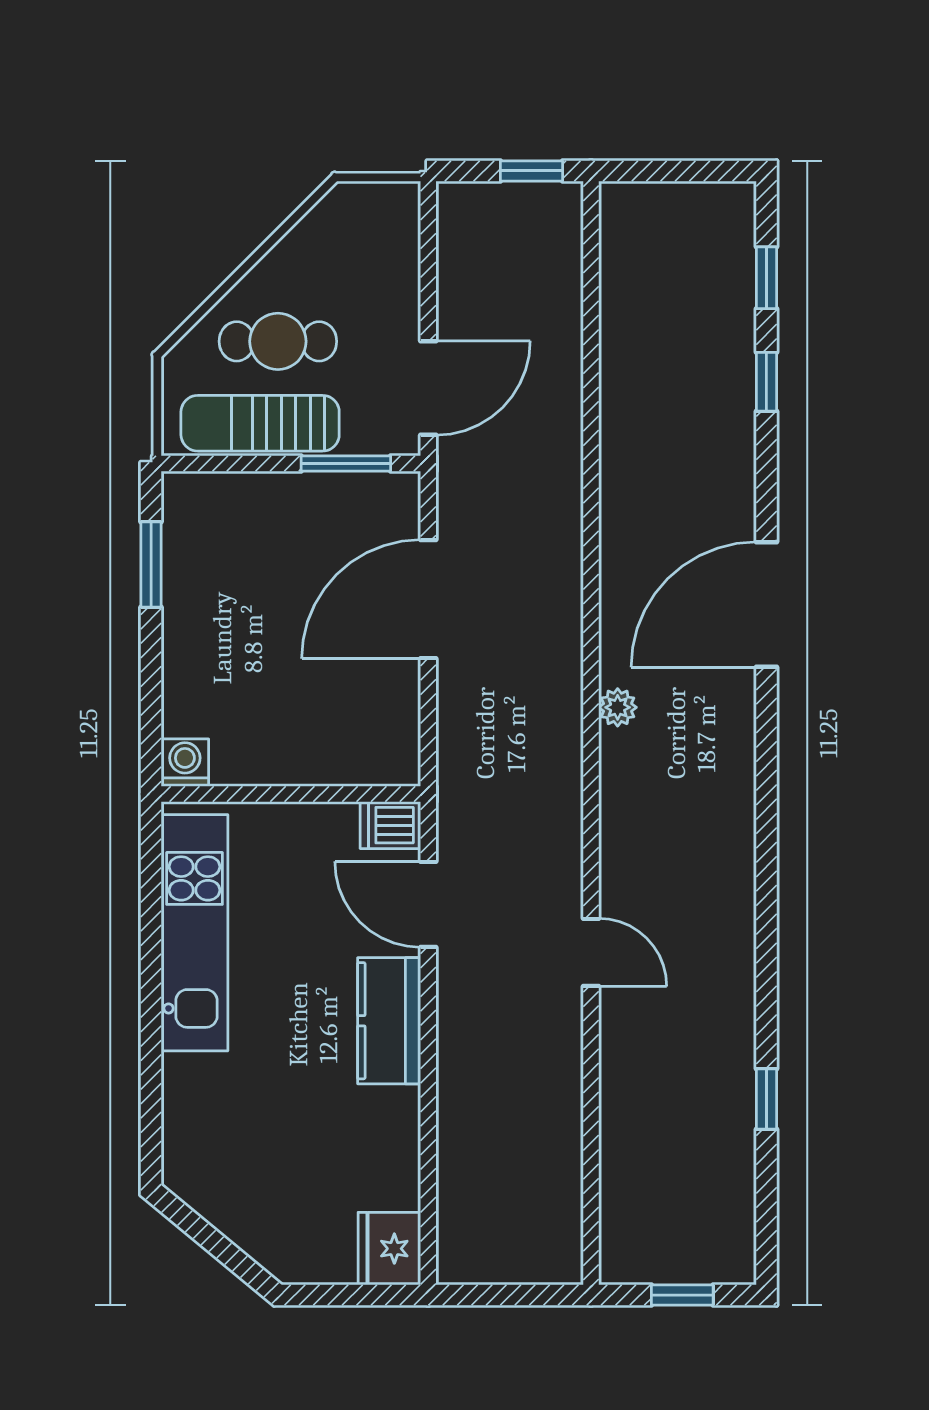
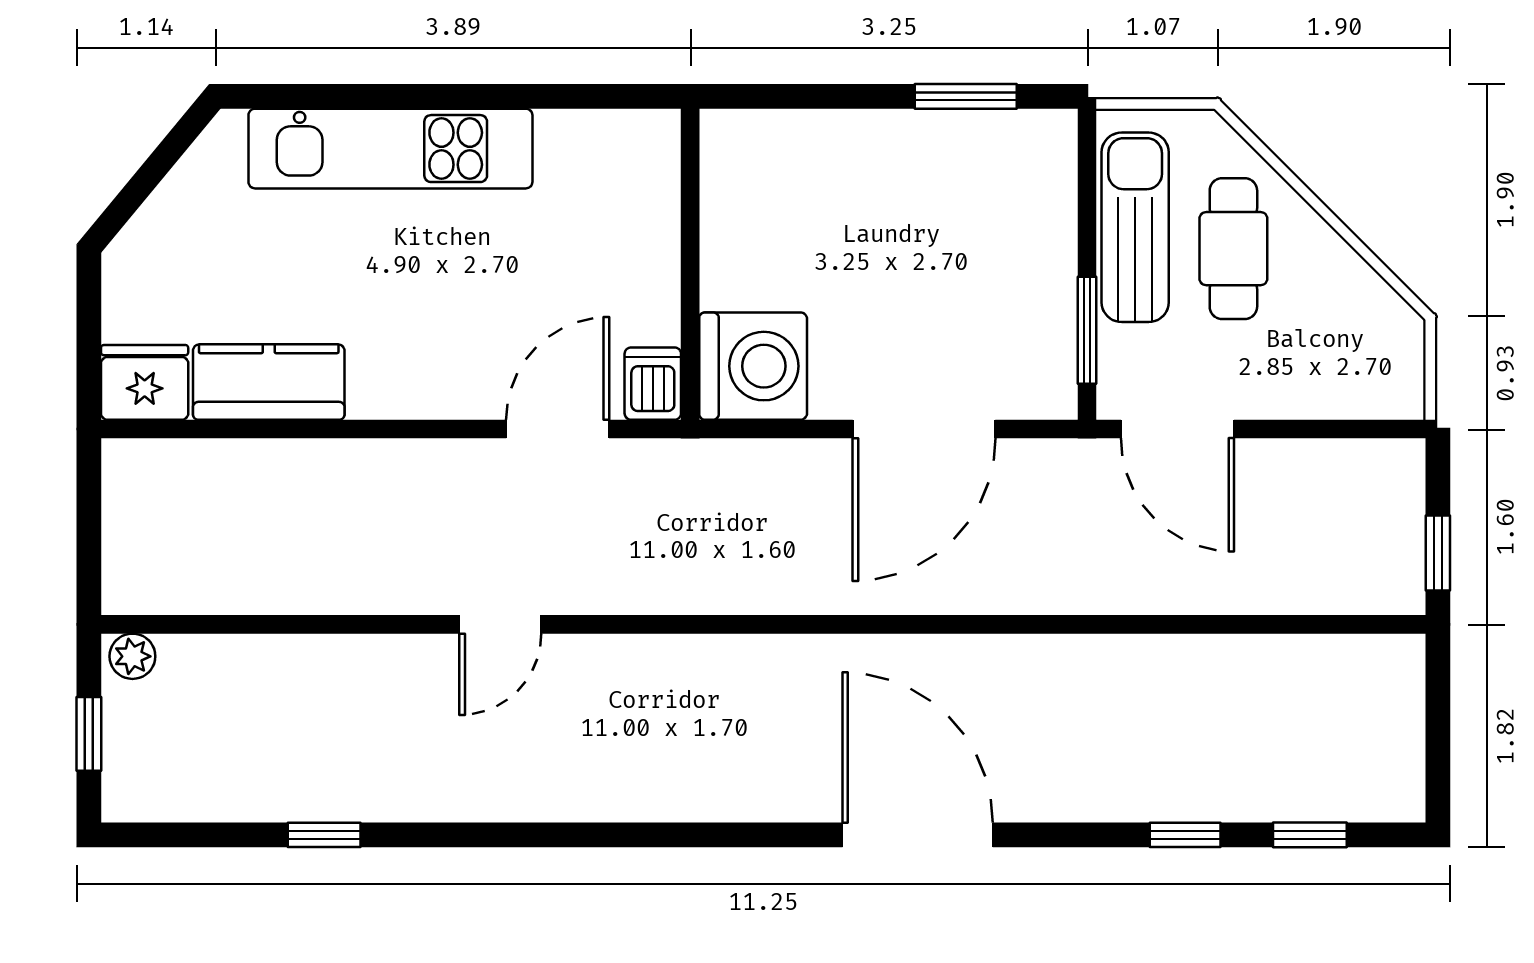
door: (428, 599) -> (924, 429), swing flipped
plant: (618, 707) -> (132, 656), moved
washing machine: (185, 763) -> (753, 366), moved, width x1.89, depth x1.89
kitchen unit: (194, 933) -> (390, 149), moved
kitchen counter: (389, 1021) -> (269, 382), moved

